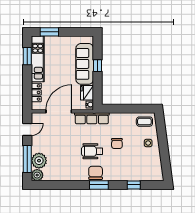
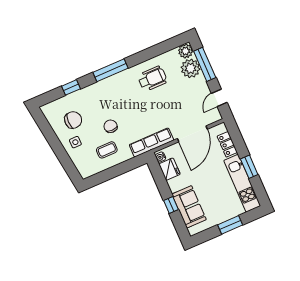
window: (49, 32) -> (230, 225), moved
window: (27, 56) -> (249, 167), moved
sofa: (85, 64) -> (189, 207), width x0.73
coffee table: (144, 122) -> (107, 150), moved
wheelchair: (92, 151) -> (152, 79), moved
chair: (96, 173) -> (73, 120), moved, turned -90
window: (99, 185) -> (110, 70), width x1.44

